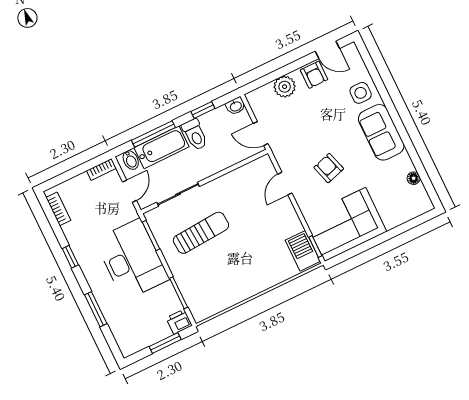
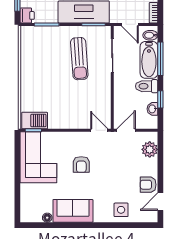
plant: (285, 87) -> (150, 149), moved
washbasin: (236, 106) -> (152, 109), moved
sofa: (381, 132) -> (73, 211), moved
armchair: (329, 168) -> (81, 164), turned 107
door: (285, 184) -> (99, 130), moved

